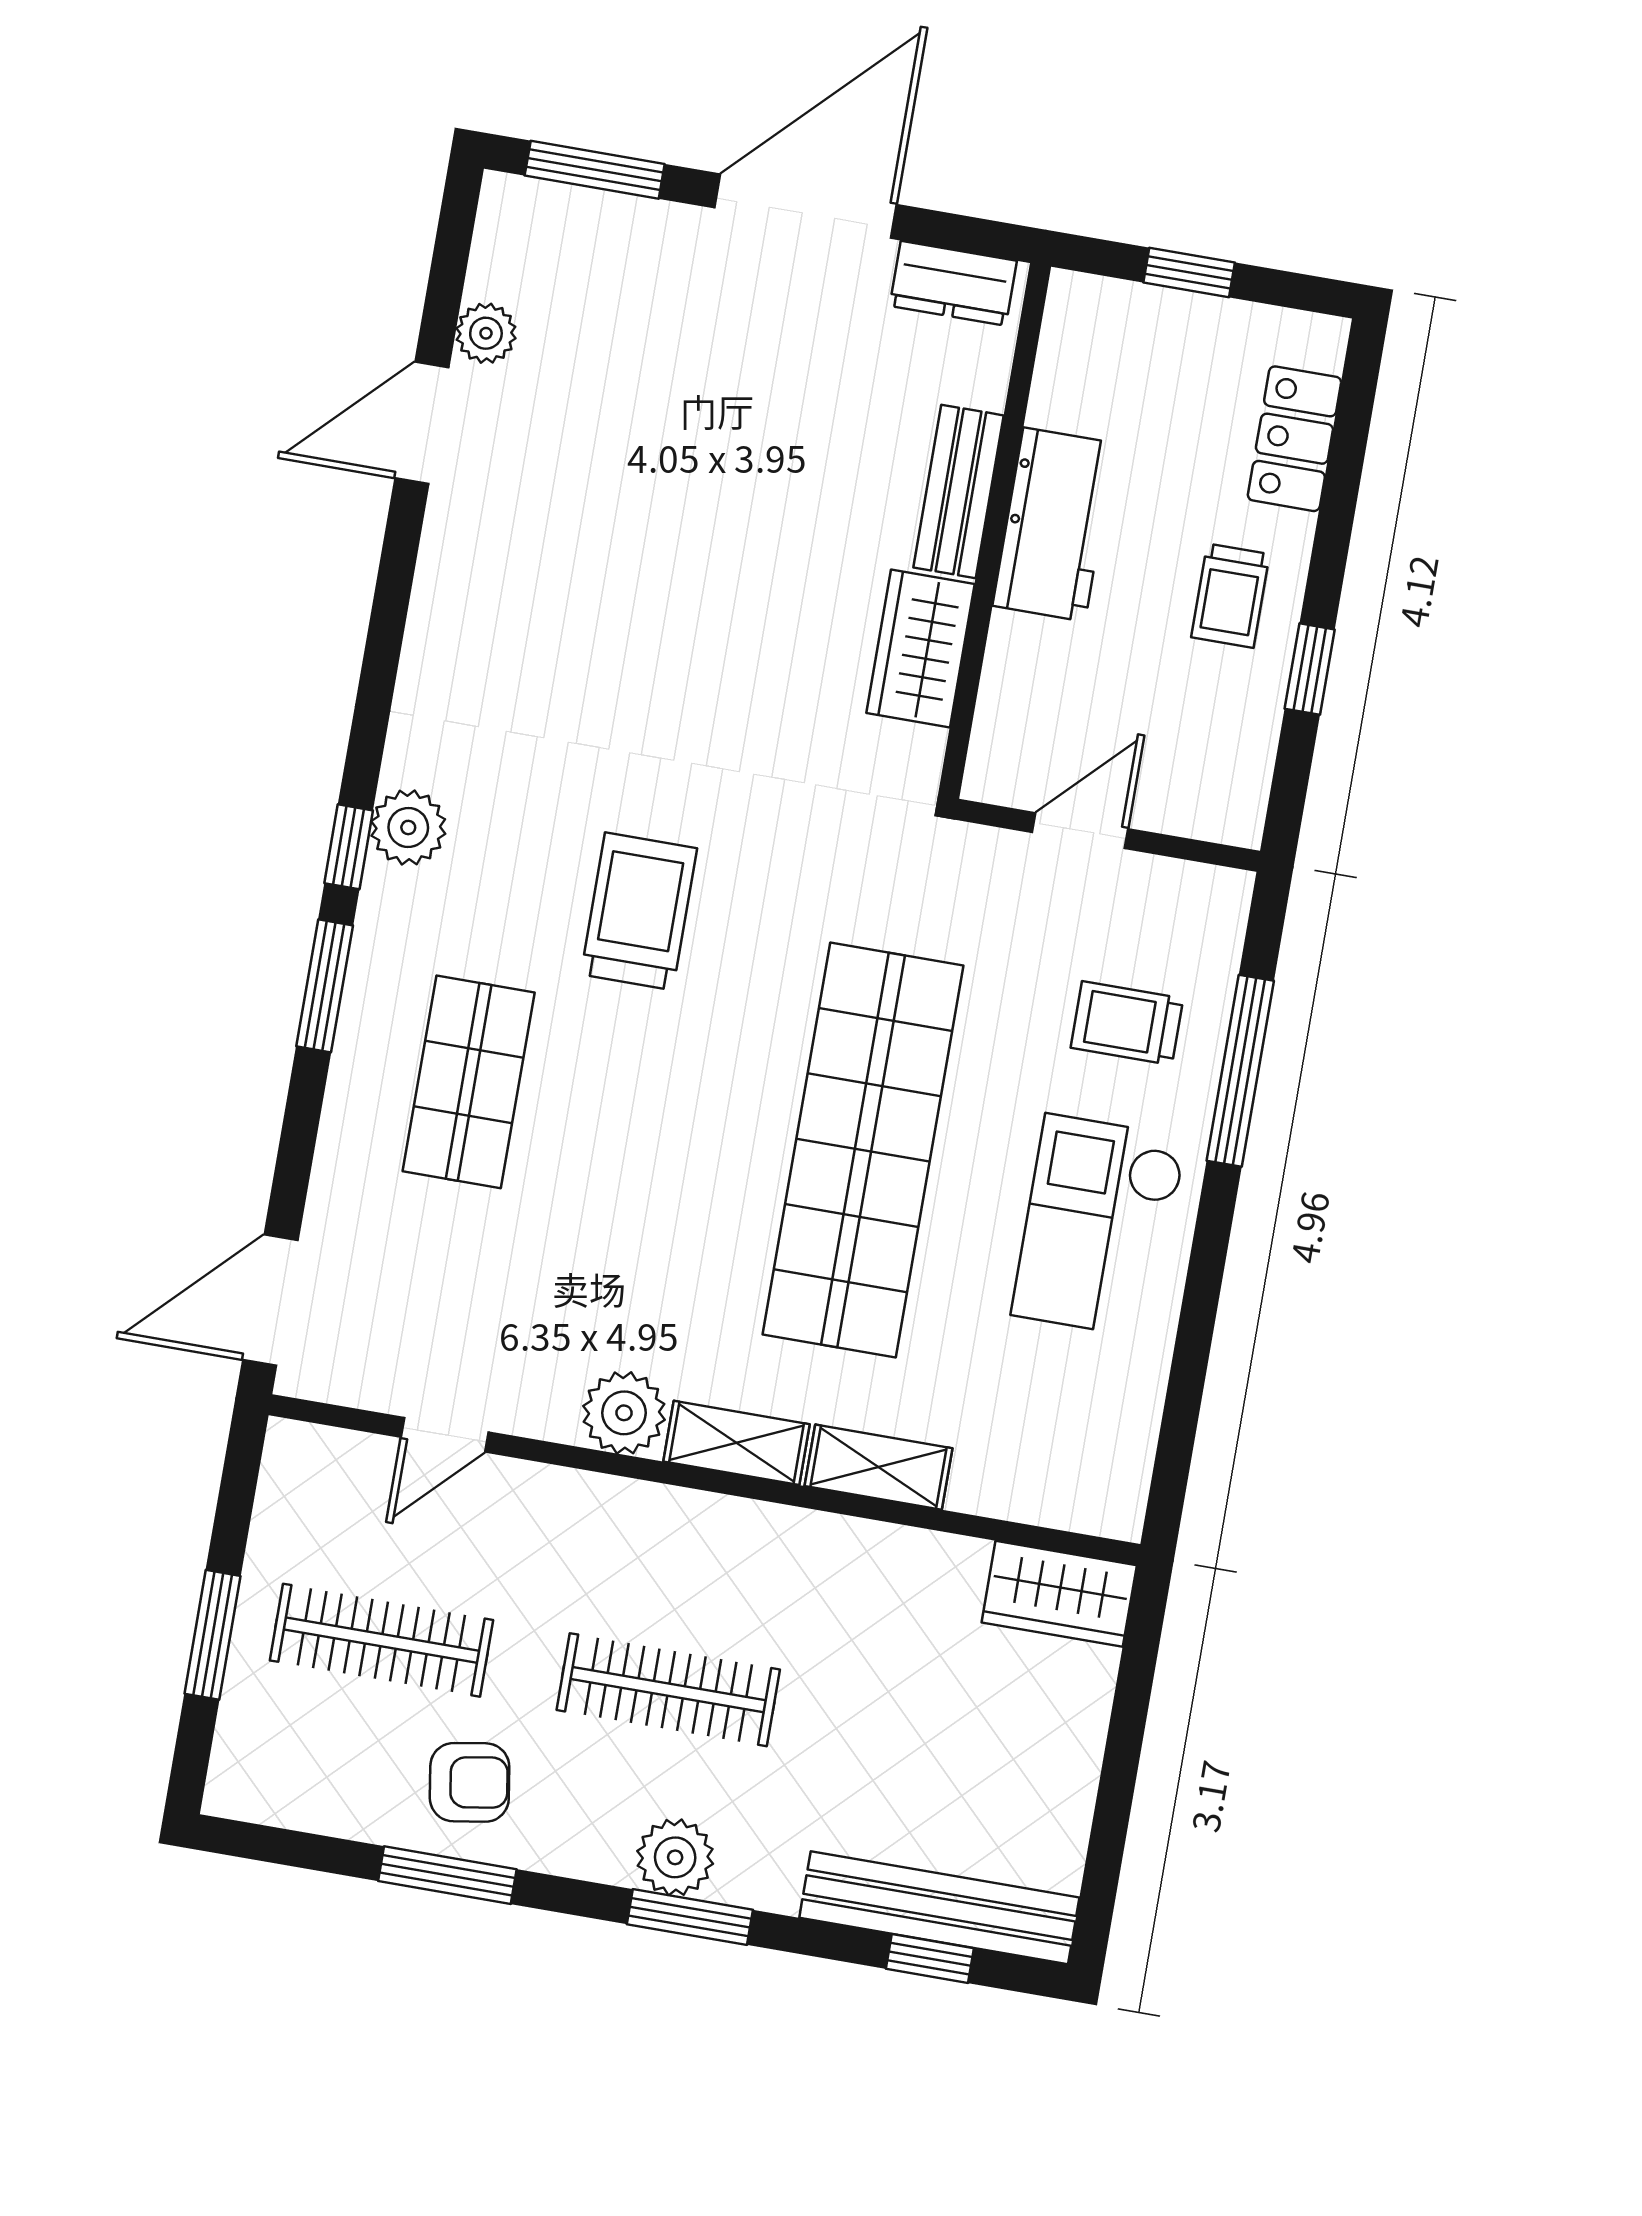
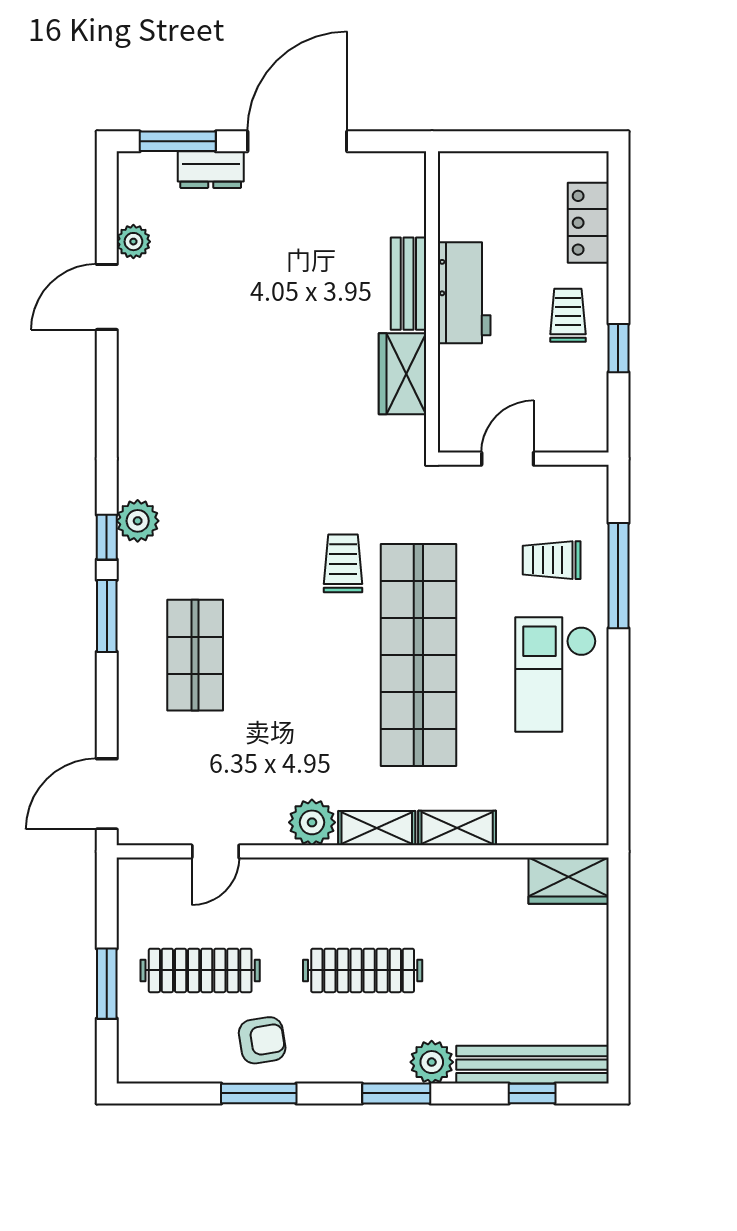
window: (1189, 272) -> (514, 141), removed
dresser: (953, 283) -> (211, 170), moved
trolley: (1230, 596) -> (568, 315), turned 180
trolley: (639, 911) -> (343, 563), moved, width x0.73, depth x0.72
plant: (675, 1857) -> (432, 1062), moved

